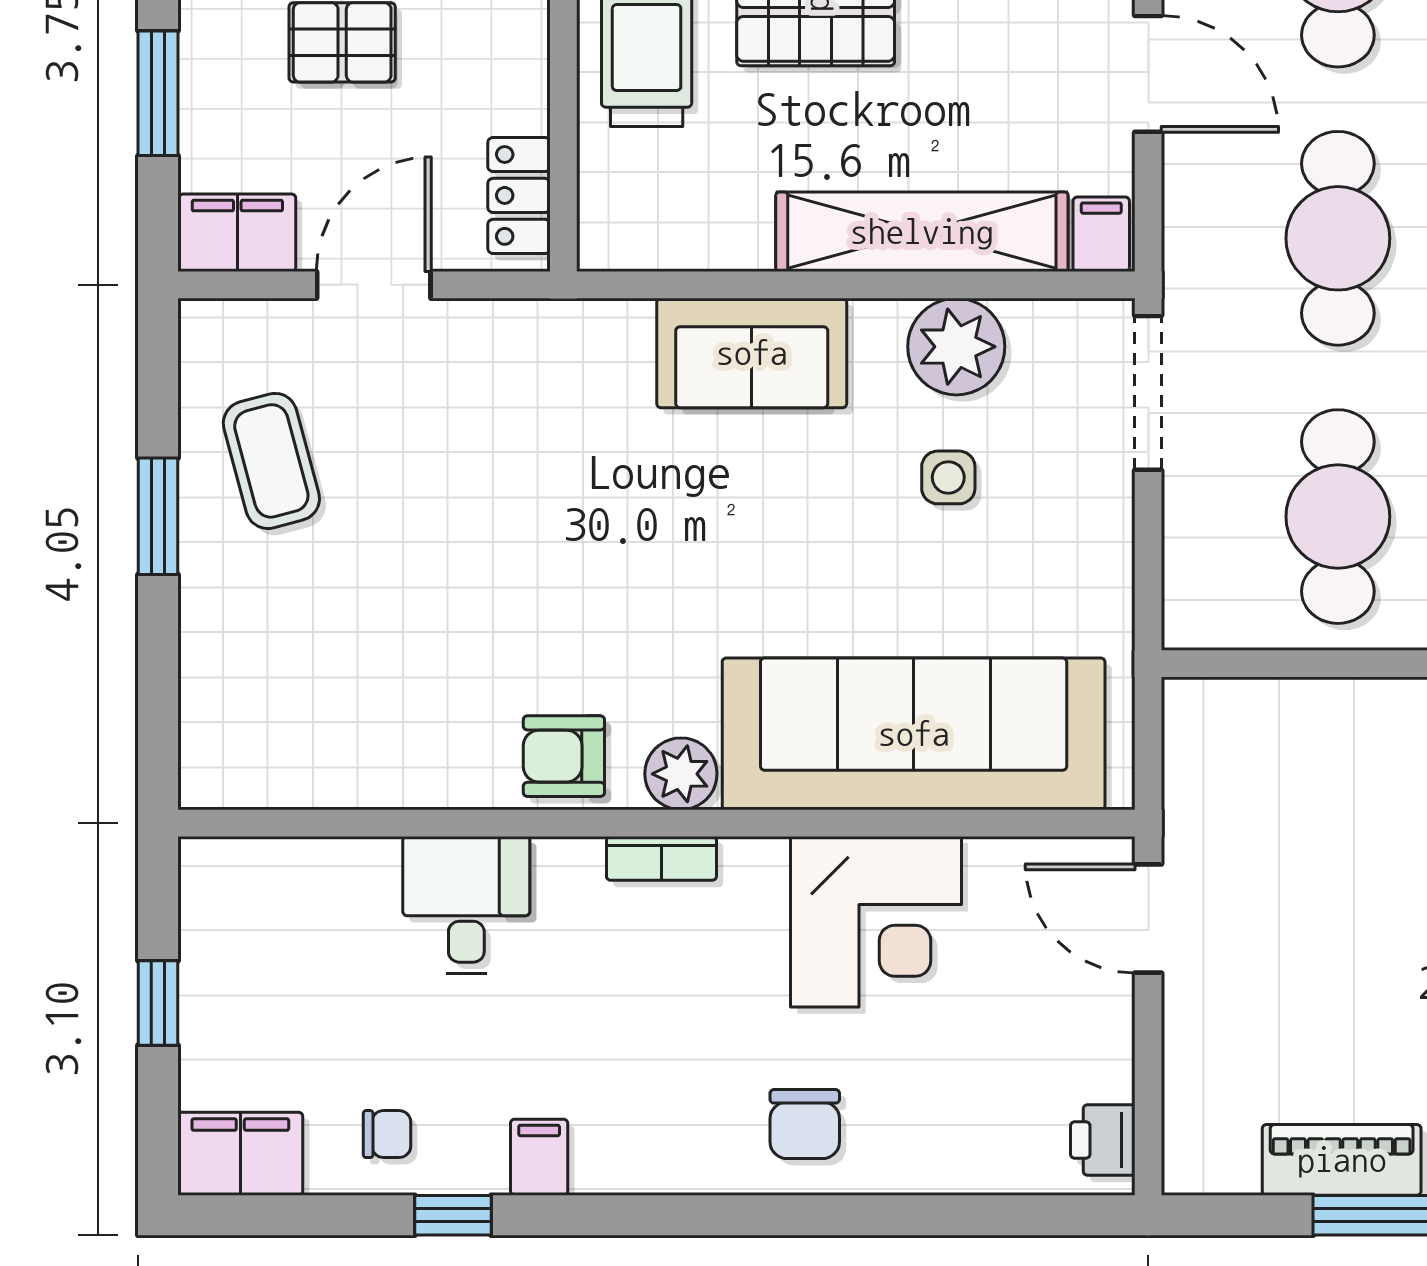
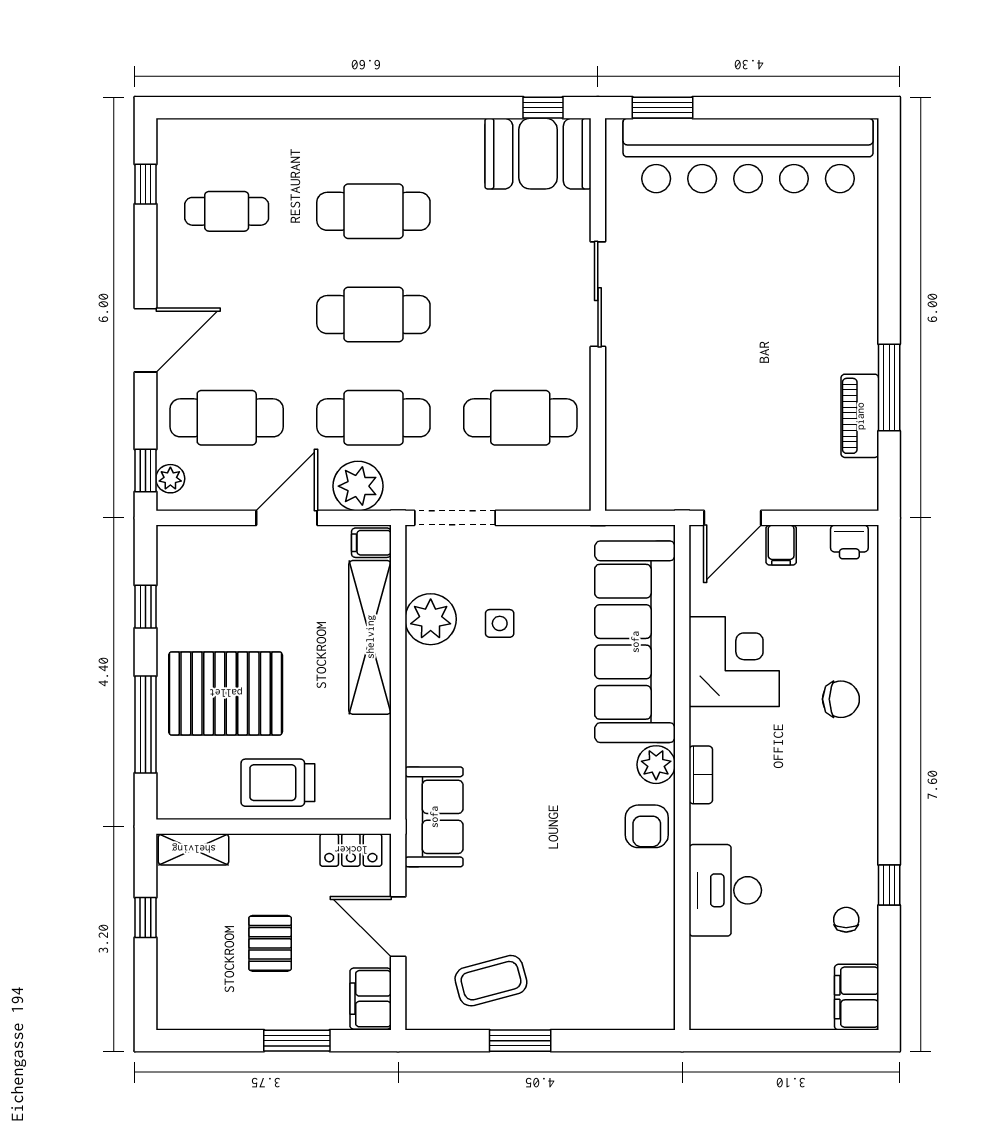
plant: (1209, 209) -> (358, 486), added
sofa: (752, 353) -> (434, 817), moved
desk: (466, 905) -> (725, 890), width x1.37
window: (158, 1003) -> (777, 1041), removed
filing cabinet: (539, 1157) -> (781, 545), moved, turned -90

